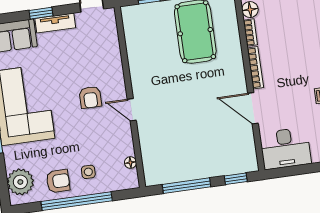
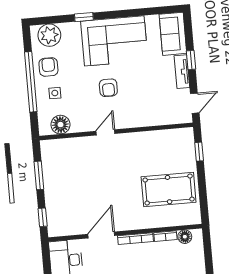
armchair: (90, 97) -> (108, 88), moved, turned -90
floor lamp: (130, 163) -> (60, 125), width x1.89, depth x1.89
armchair: (58, 181) -> (48, 67), turned 180
window: (187, 186) -> (39, 175), width x0.69

